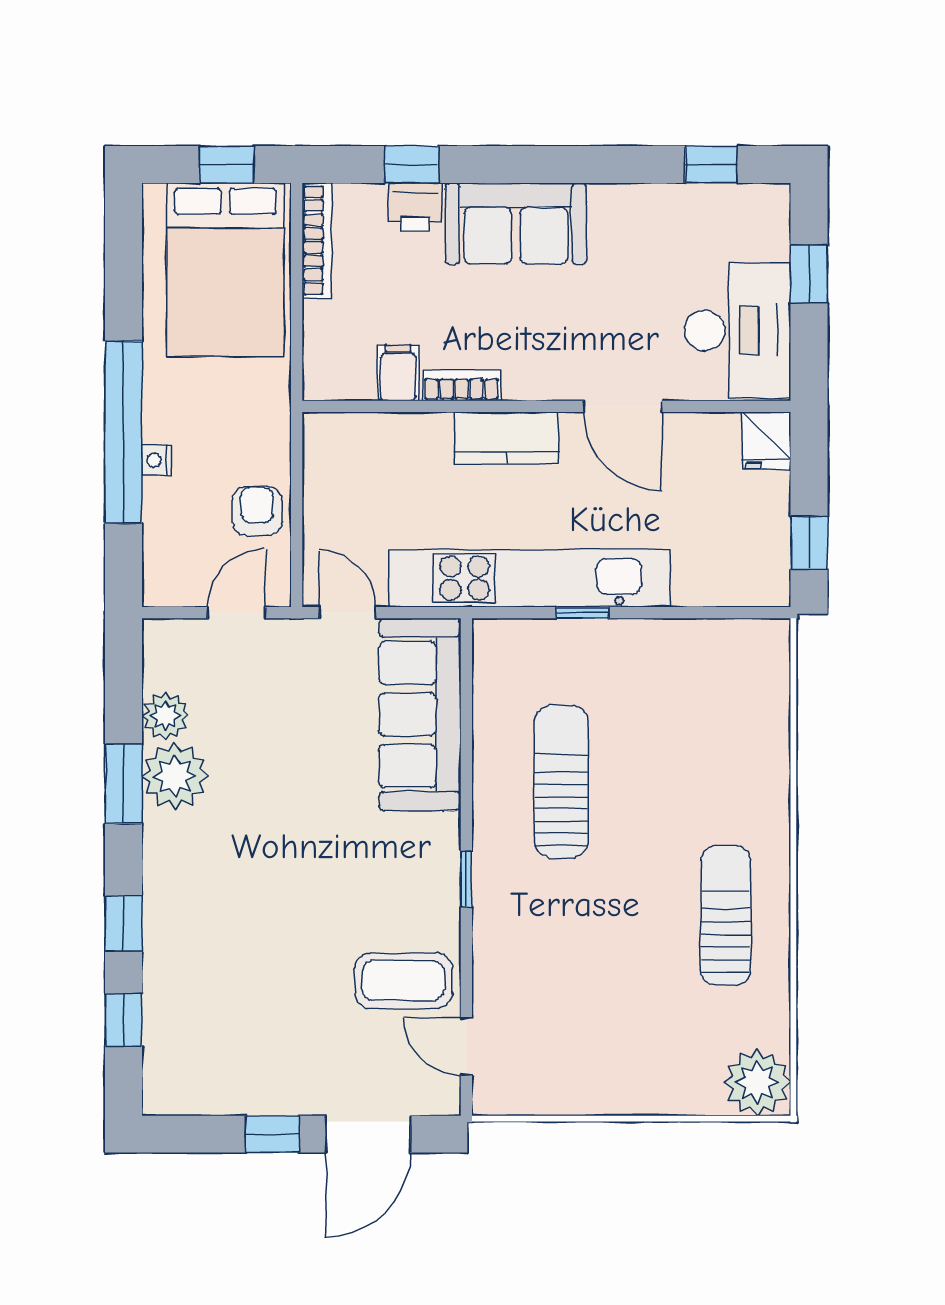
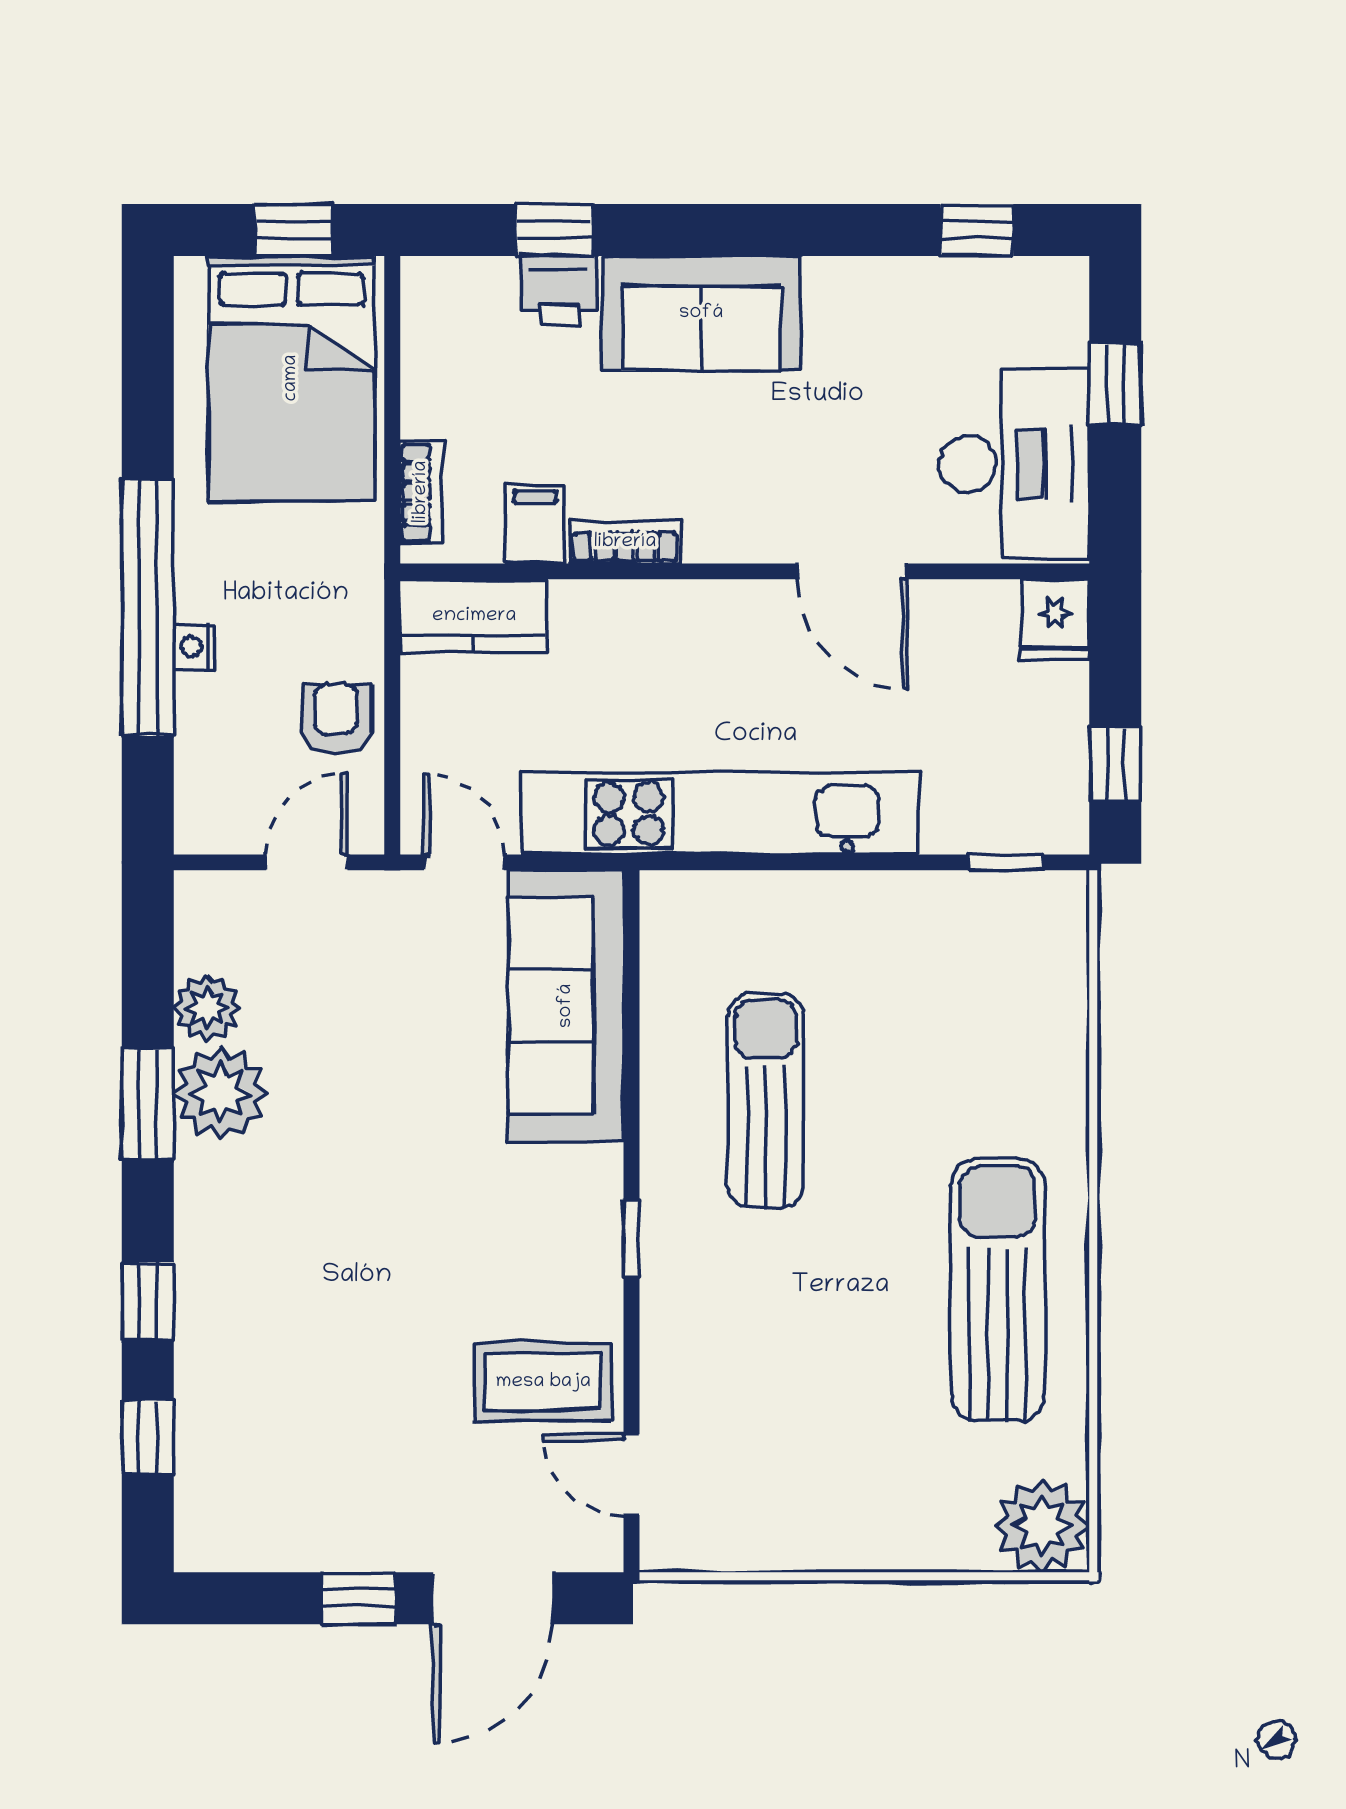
bookcase: (317, 240) -> (421, 492), moved, width x0.64
kitchen counter: (507, 438) -> (474, 616), moved
window: (582, 613) -> (1006, 862), moved
sun lounger: (726, 916) -> (998, 1290), width x1.36, depth x1.34

